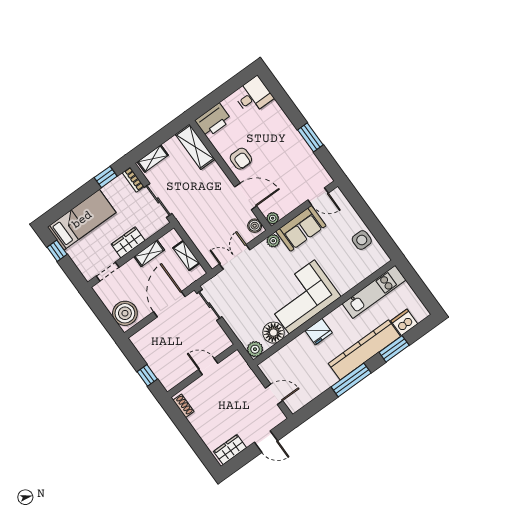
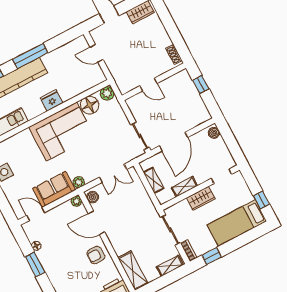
armchair: (241, 159) -> (96, 255), turned -90
floor lamp: (312, 159) -> (36, 246), added
boiler: (125, 313) -> (214, 133), width x0.54, depth x0.54

